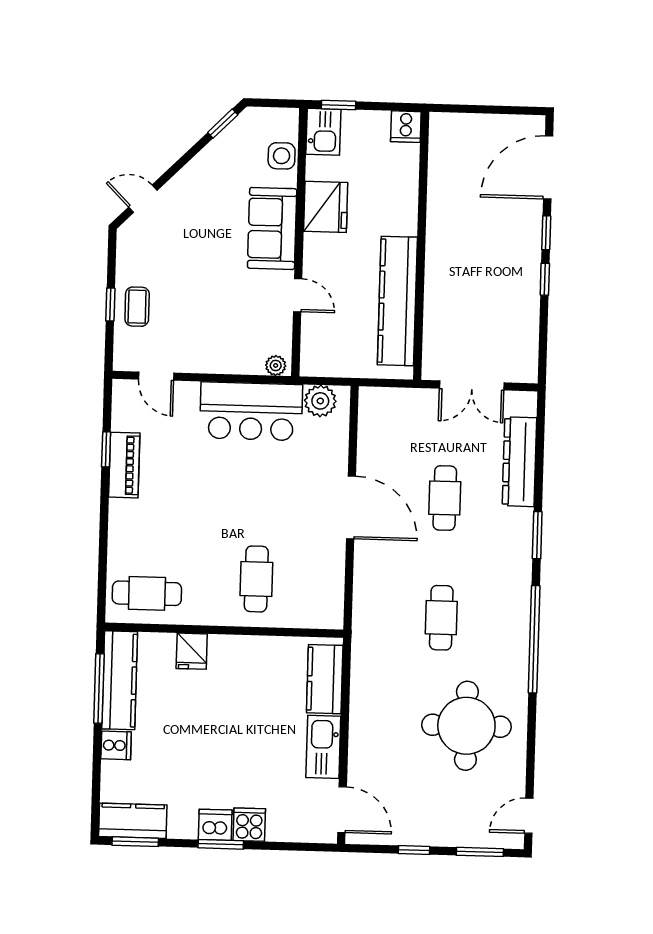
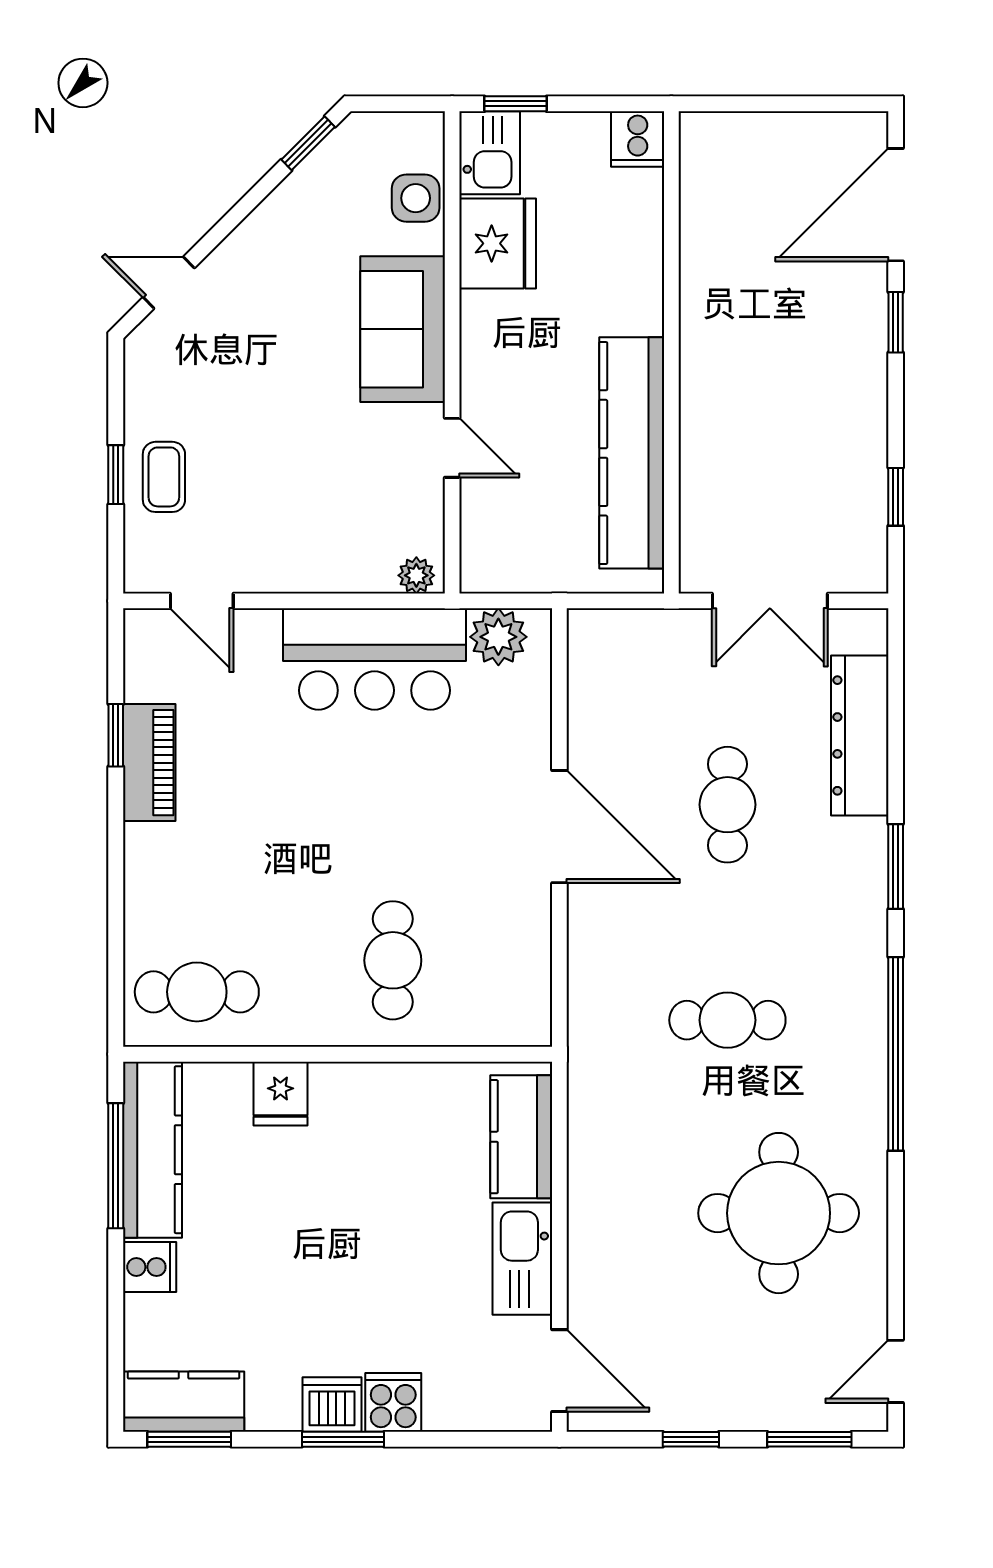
fridge: (326, 207) -> (498, 243), moved
window: (545, 279) -> (896, 497), moved
cafe table: (441, 618) -> (727, 1020), turned 90

